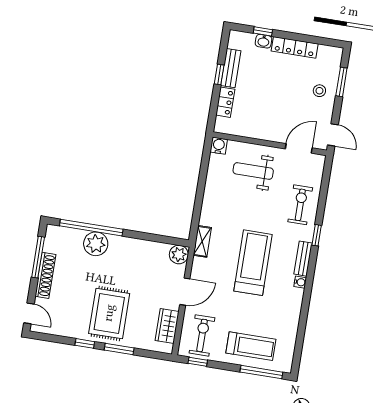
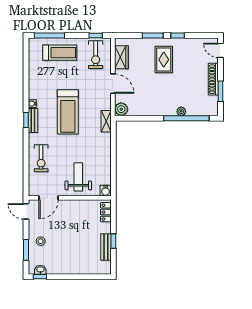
window: (263, 31) -> (40, 277), moved
washbasin: (264, 41) -> (40, 270), moved
locker: (295, 47) -> (63, 269), removed
locker: (225, 102) -> (106, 212), moved
weight bench: (253, 171) -> (78, 177), turned -90
window: (317, 235) -> (26, 120), moved
plant: (96, 244) -> (181, 111), width x0.53, depth x0.53
window: (38, 257) -> (220, 91), width x0.69
door: (185, 292) -> (113, 84), swing flipped
rug: (109, 313) -> (164, 60), width x0.73, depth x0.70
treadmill: (251, 346) -> (60, 53), turned 180

